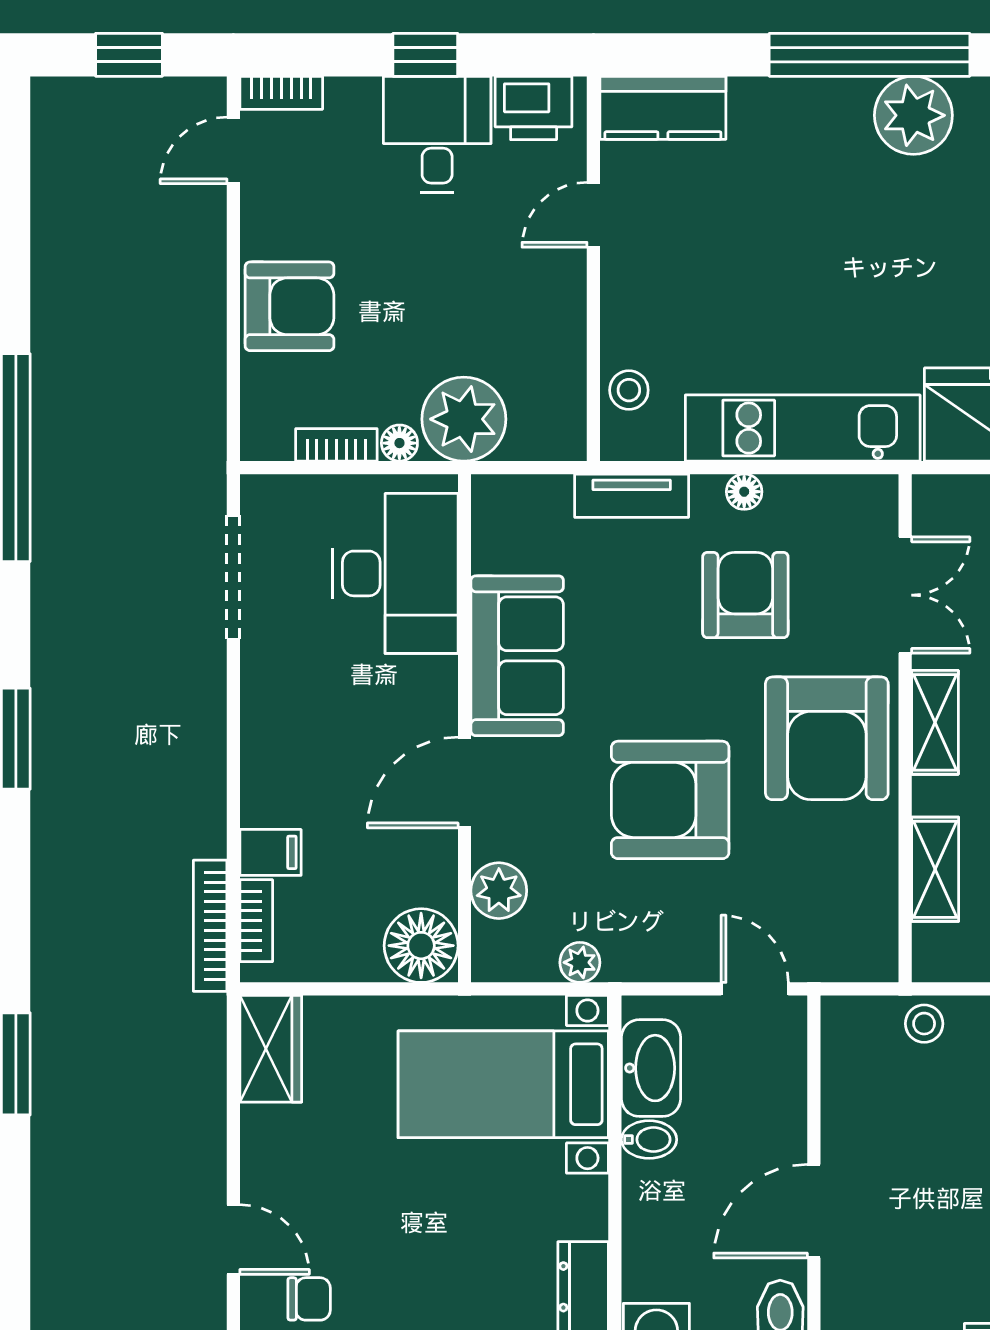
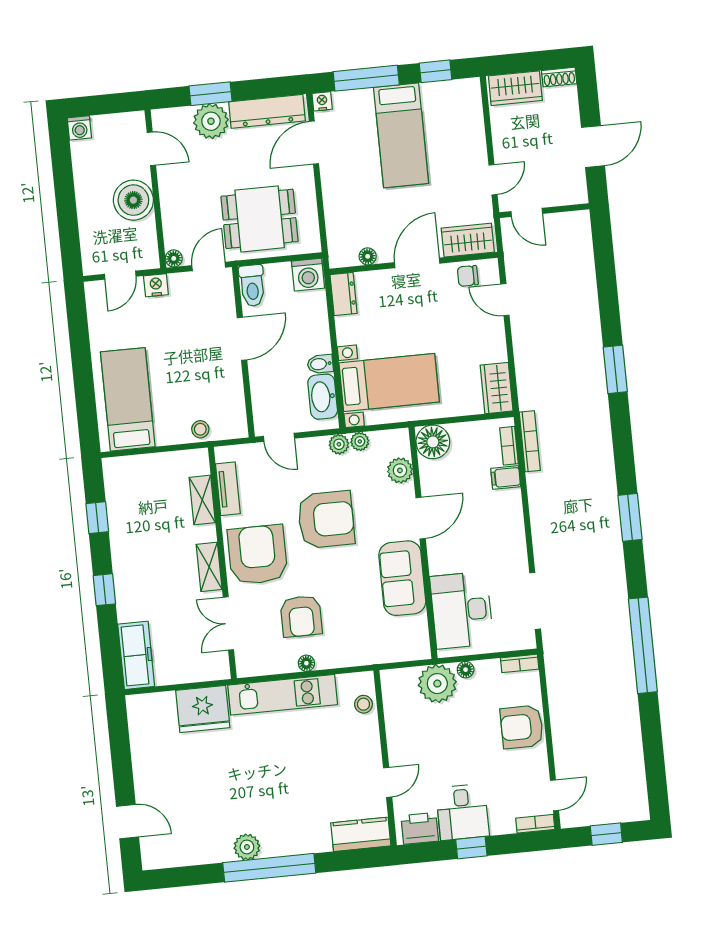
plant: (913, 115) -> (247, 847), width x0.73, depth x0.73
bookcase: (336, 445) -> (520, 663), moved
tv unit: (632, 496) -> (228, 489), moved, turned 90
plant: (626, 961) -> (339, 444), added

